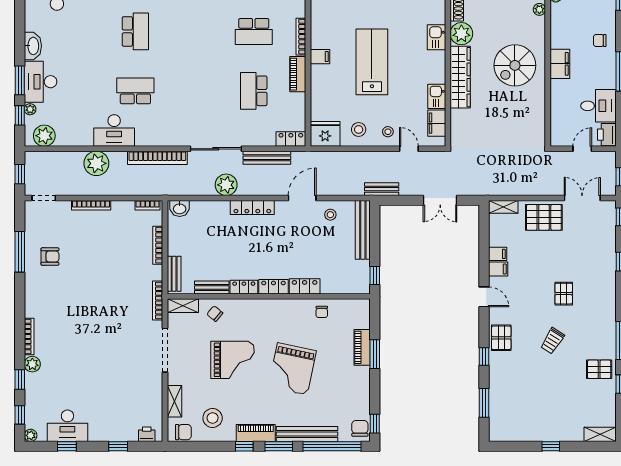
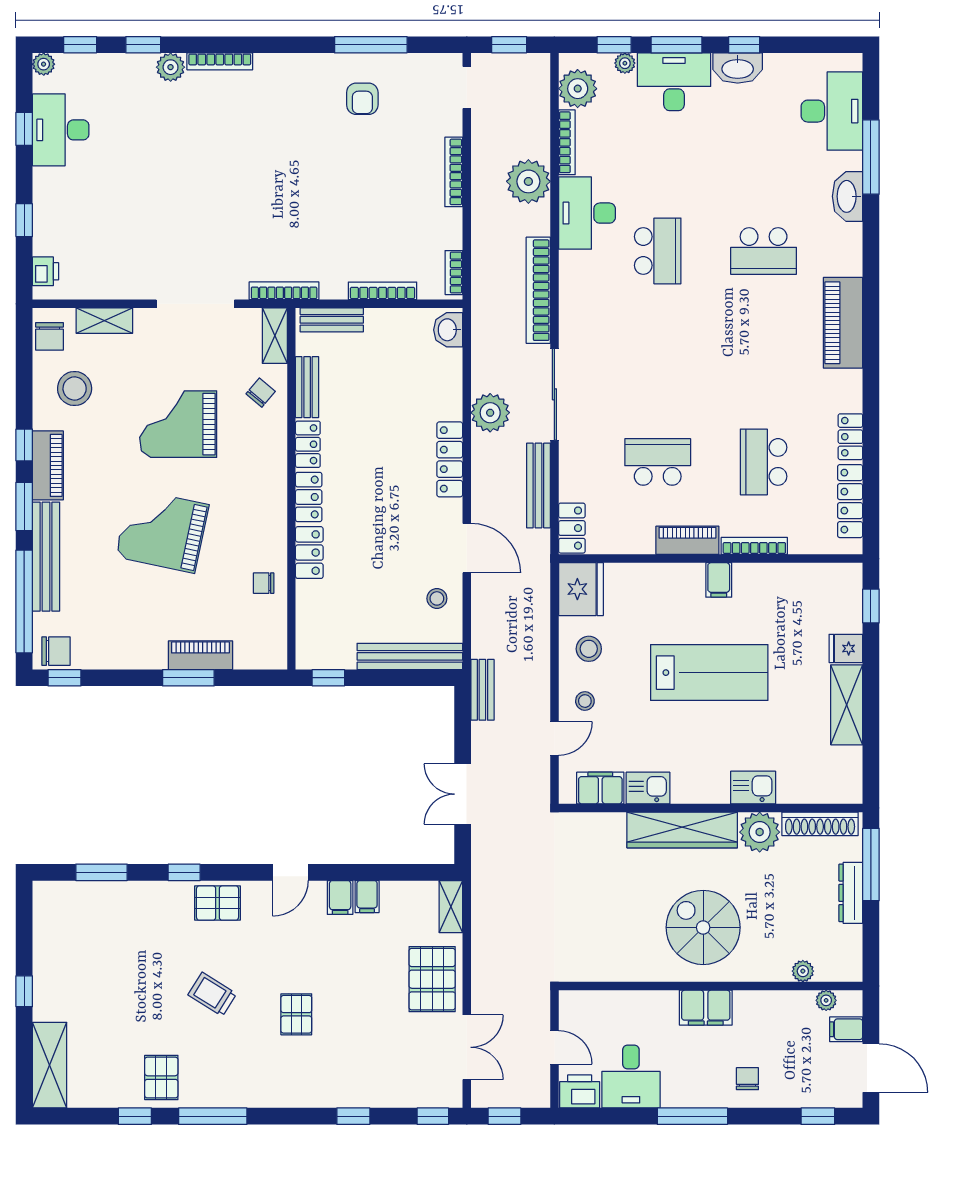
window: (20, 42) -> (744, 45), added
bookcase: (74, 142) -> (567, 142), added
pallet: (564, 294) -> (296, 1014), turned 90
grand piano: (233, 360) -> (178, 424), turned 90
shelving: (600, 434) -> (50, 1065), width x1.50, depth x1.33

